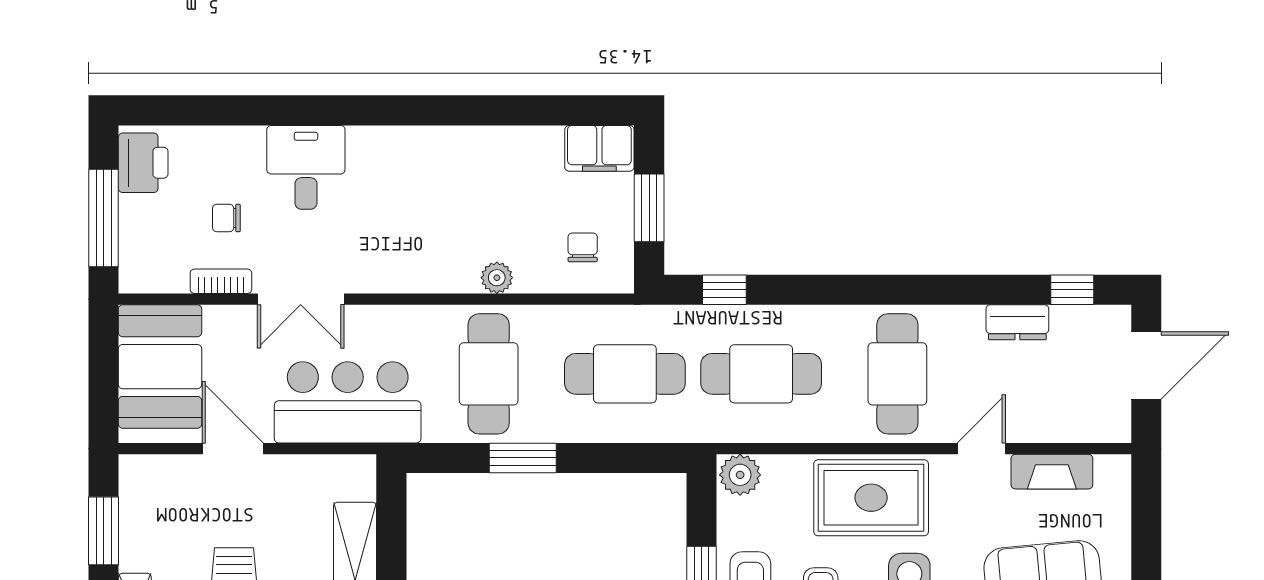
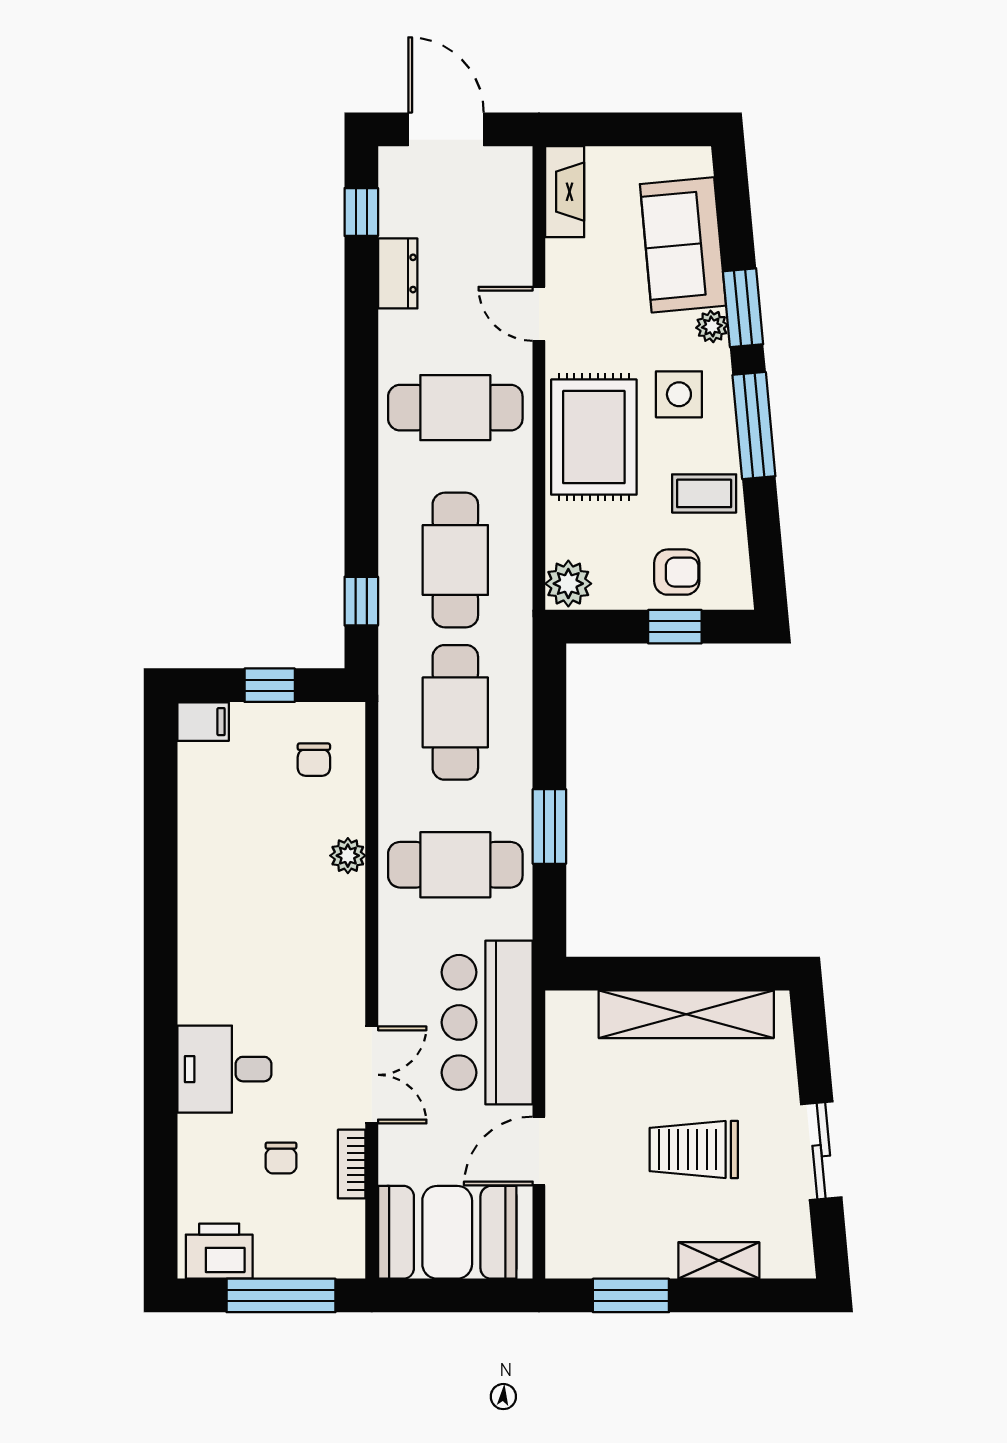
filing cabinet: (599, 148) -> (203, 722), width x0.50
window: (649, 208) -> (270, 685), width x0.67
chair: (583, 247) -> (314, 760), turned -90
fireplace: (1052, 472) -> (565, 192), moved

